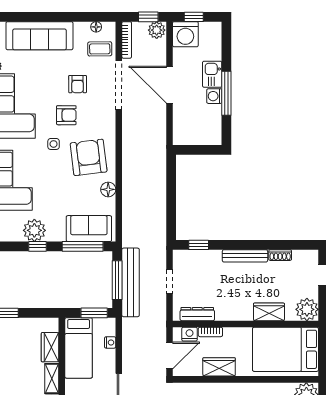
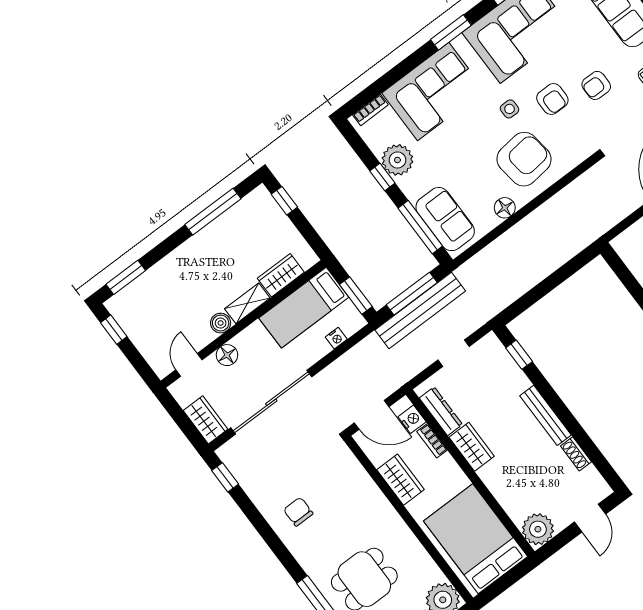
wardrobe: (269, 312) -> (472, 447), moved

